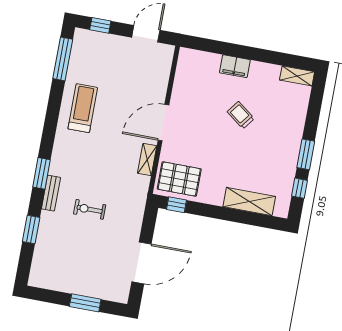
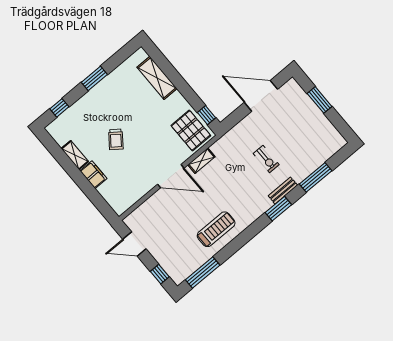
shelving: (297, 76) -> (75, 155), moved
treadmill: (83, 108) -> (216, 229), turned 180
window: (299, 188) -> (59, 108), moved
window: (31, 229) -> (316, 177), width x1.44

